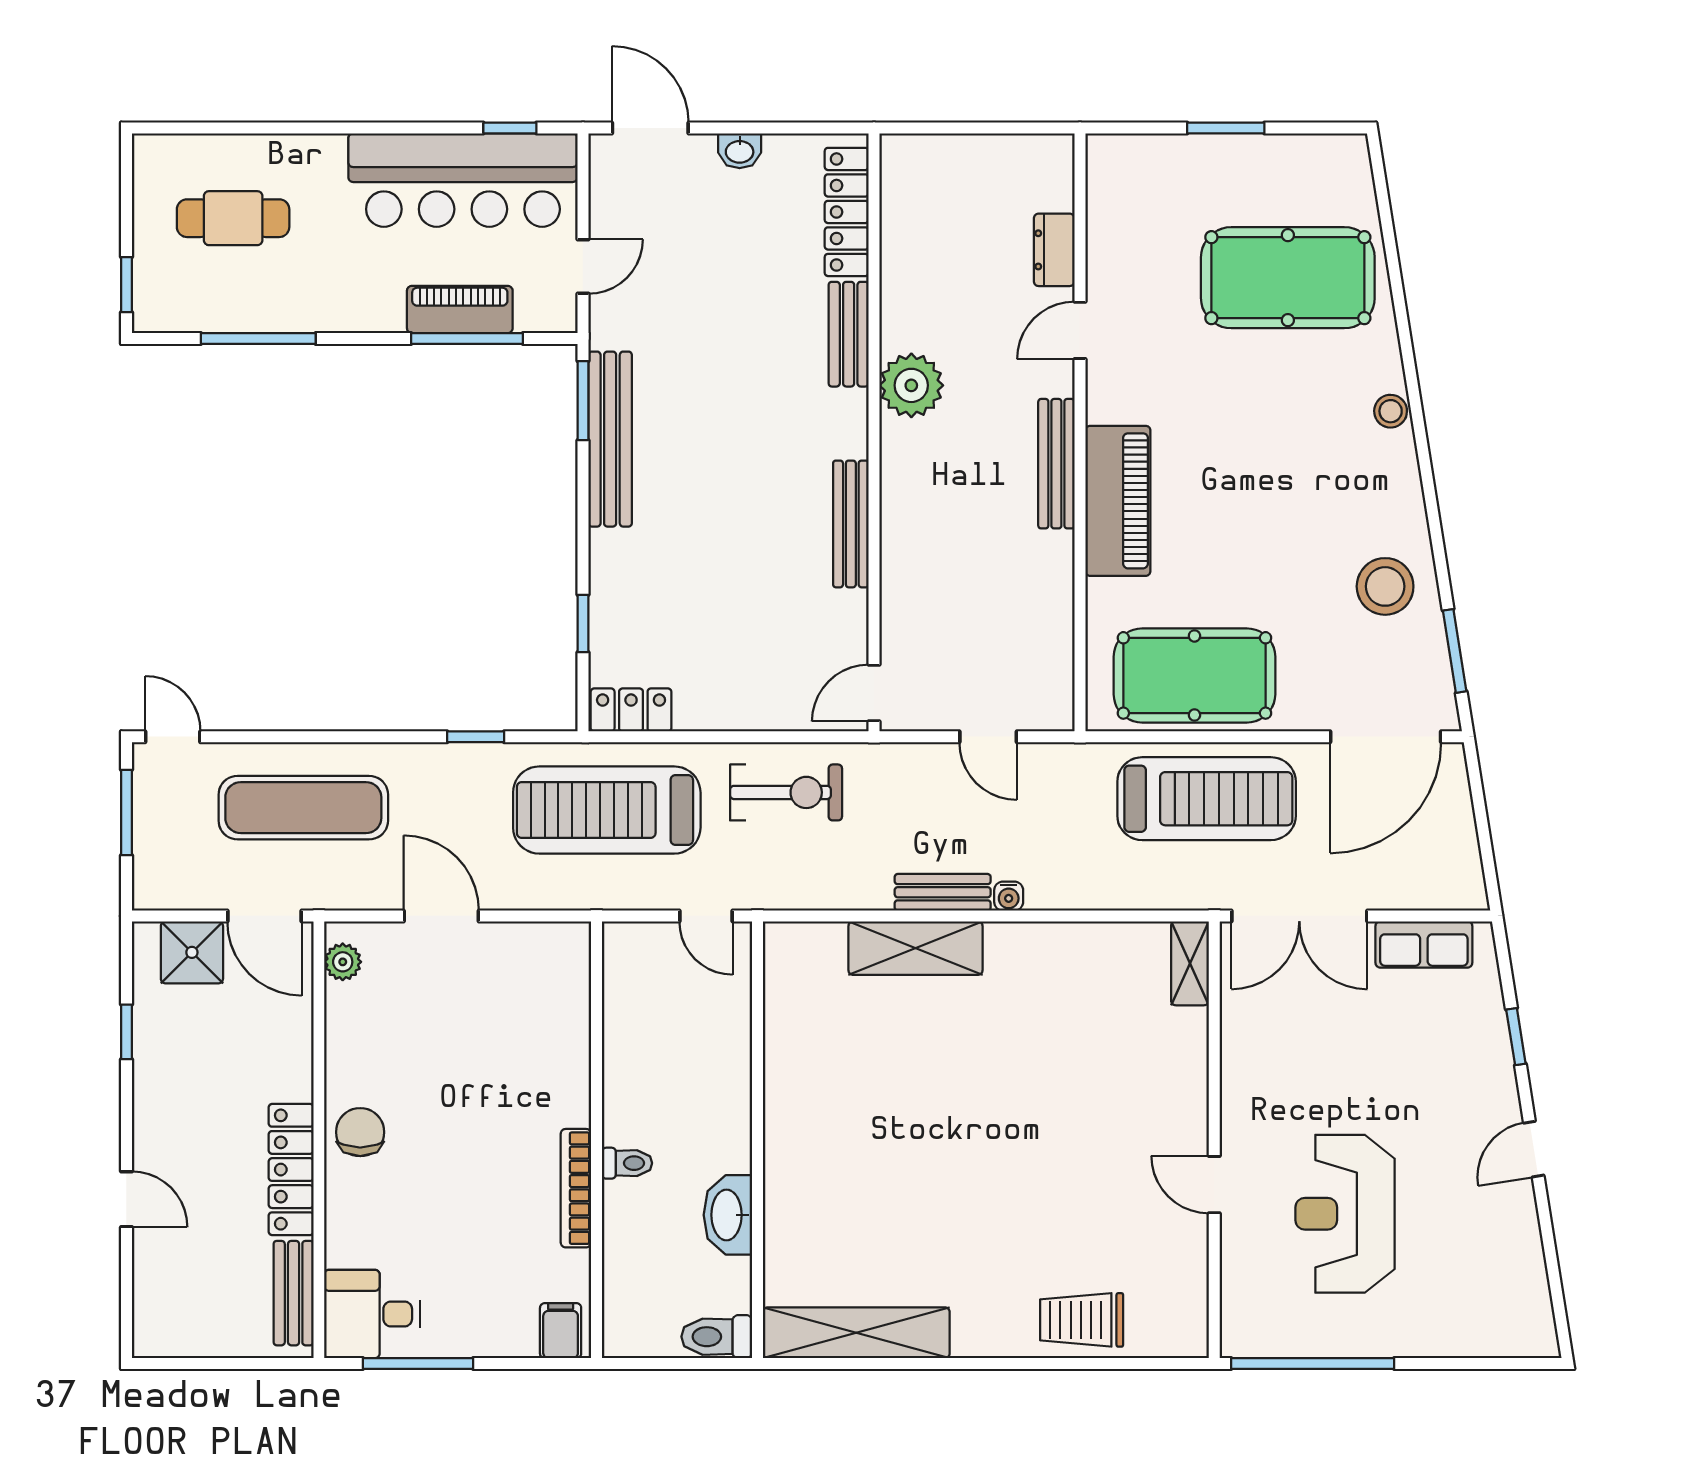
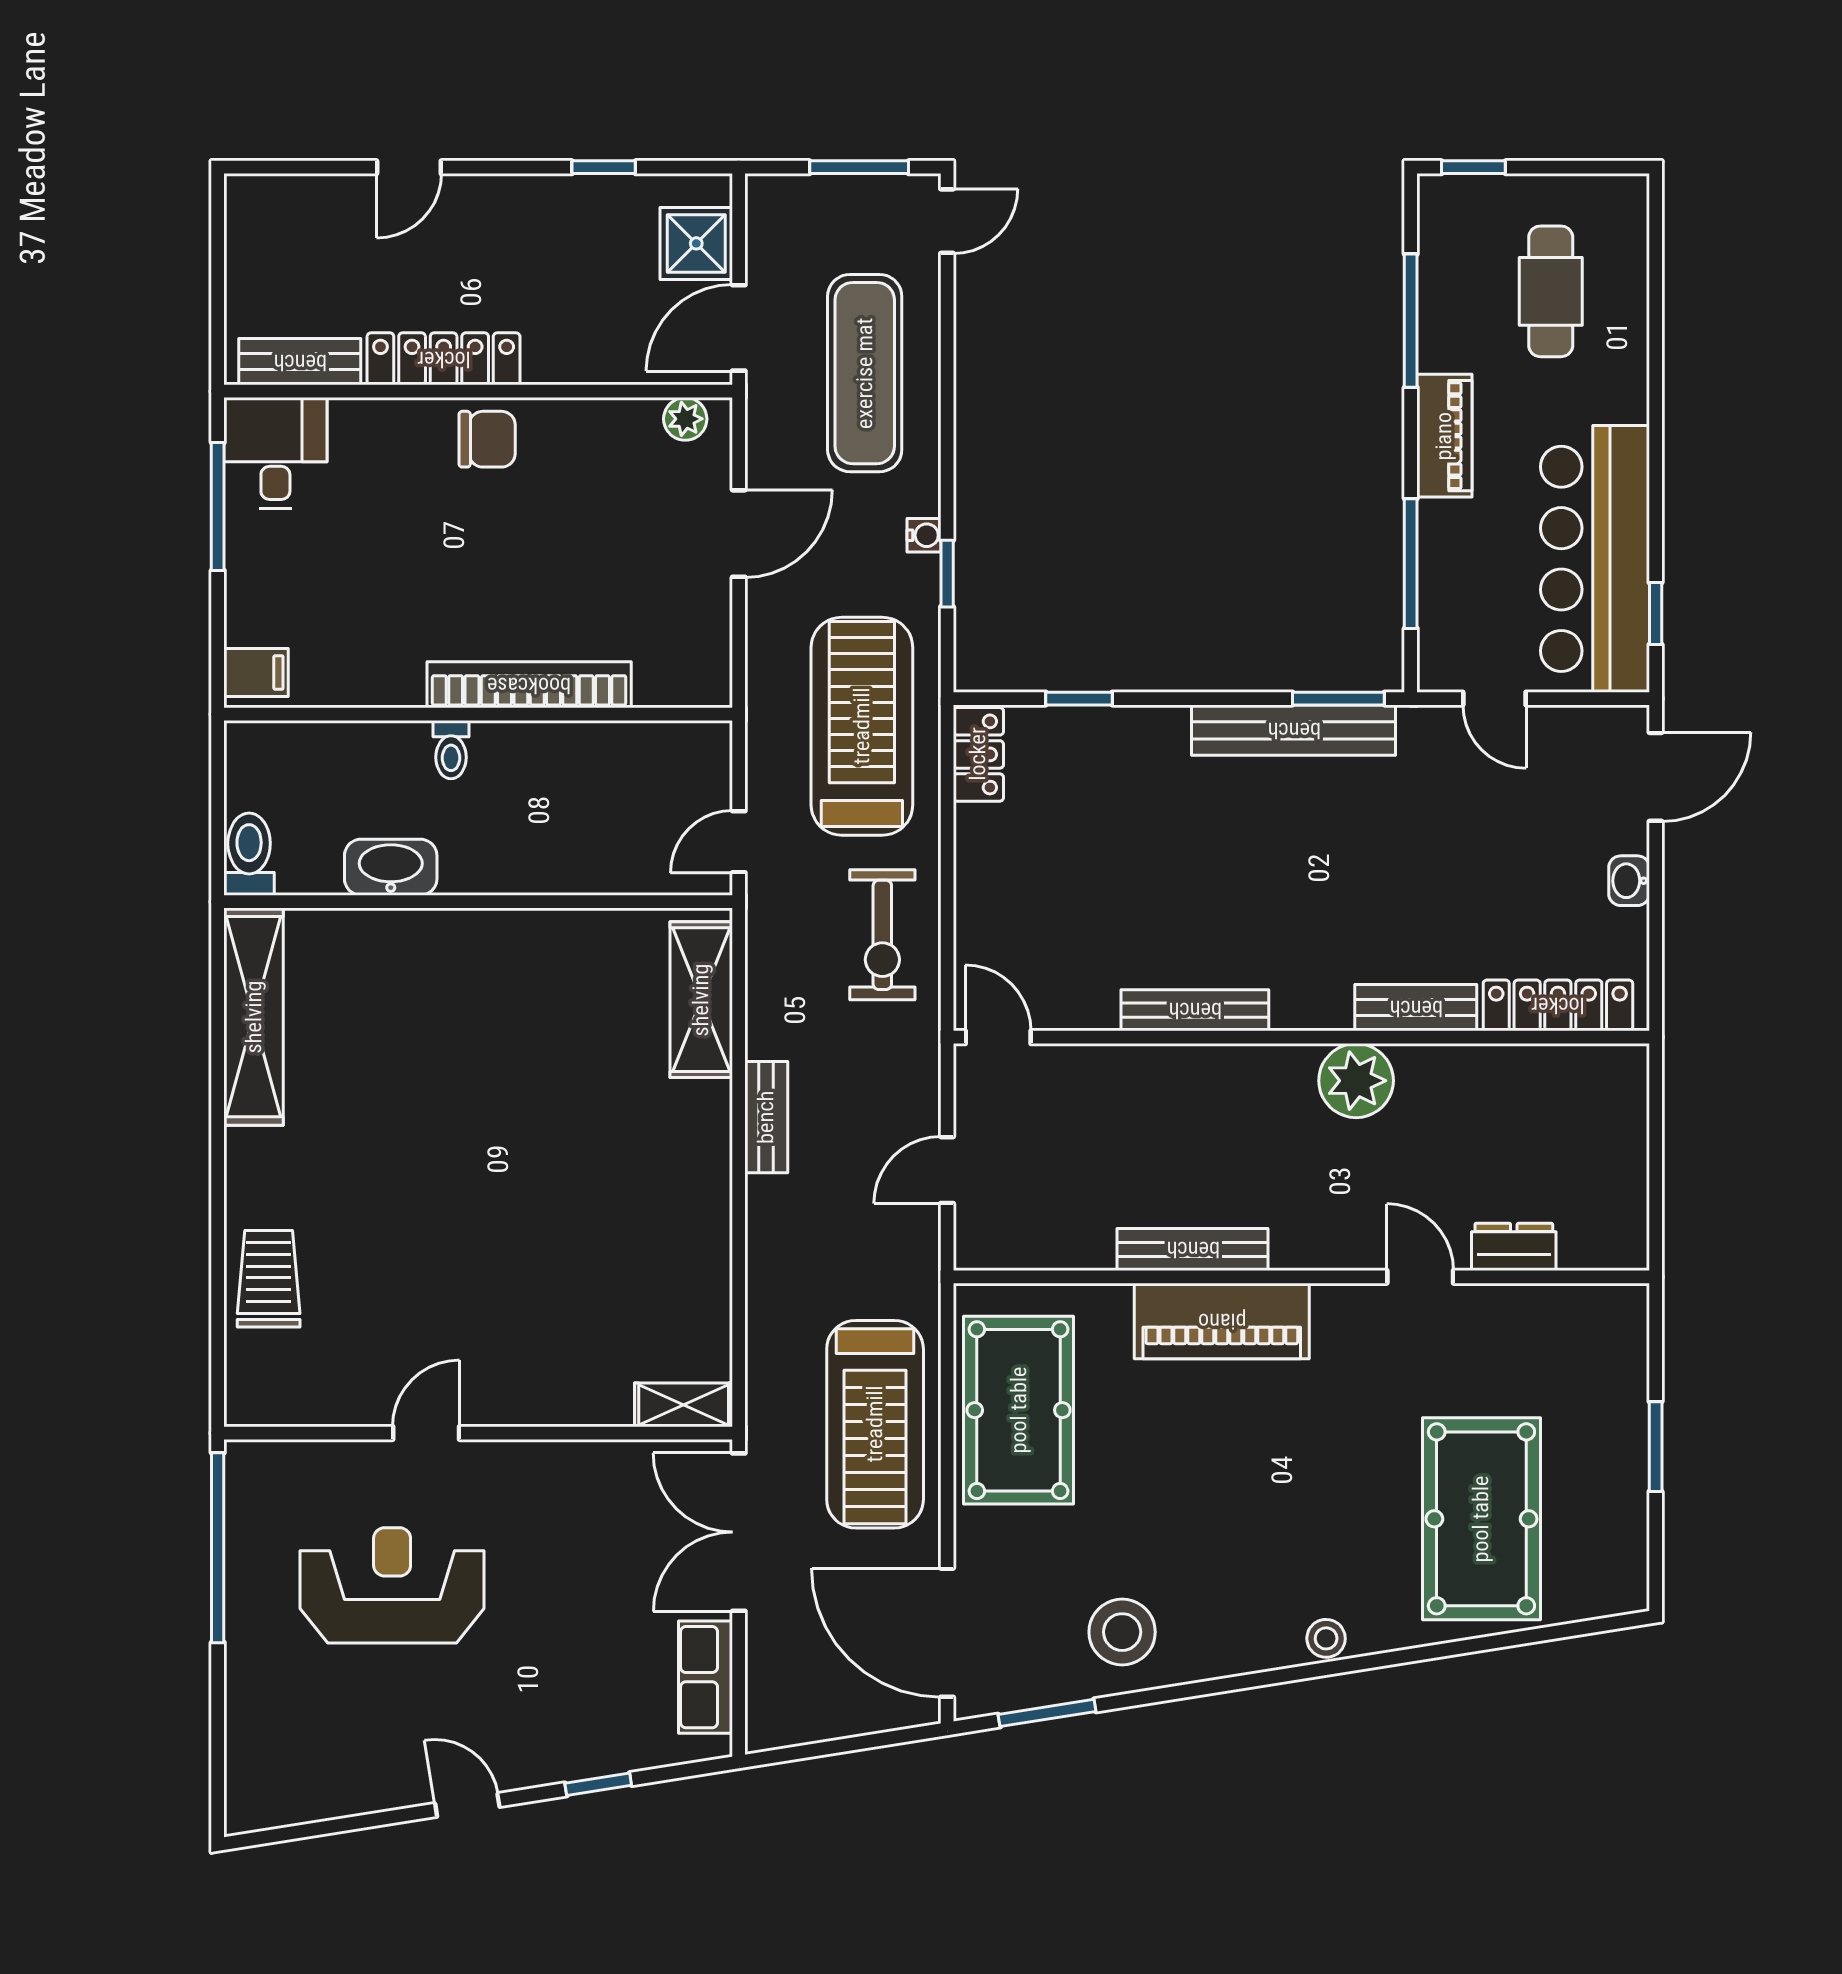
piano: (460, 309) -> (1444, 436), moved
bench: (1056, 464) -> (1193, 1249), moved
water cooler: (1009, 896) -> (924, 535), moved, turned 180
shelving: (915, 948) -> (701, 1000), moved
bookcase: (576, 1188) -> (529, 685), moved, width x1.48, depth x1.31

